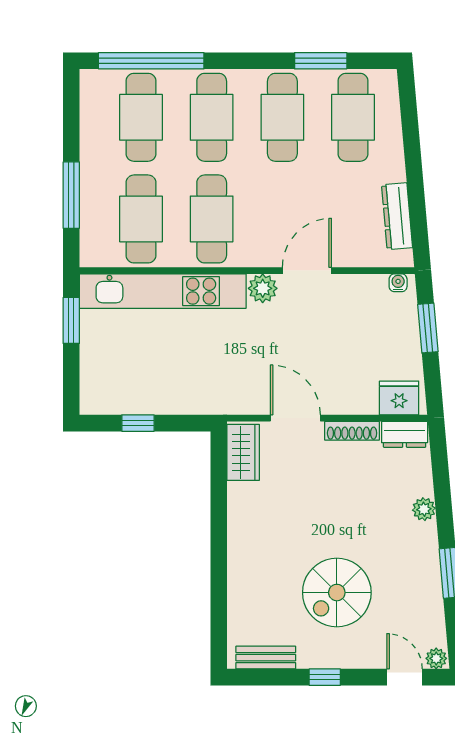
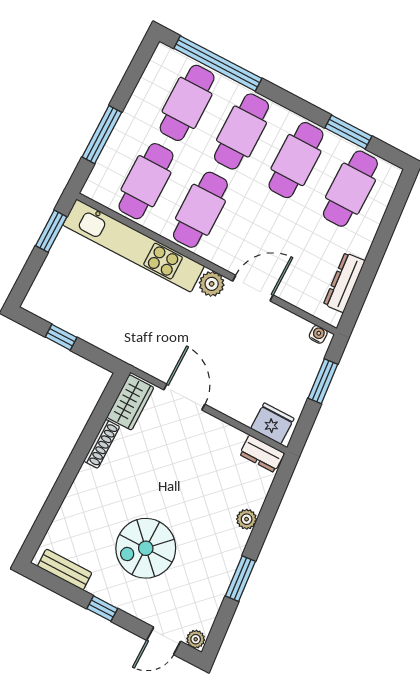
shoe rack: (352, 431) -> (102, 444), moved, turned -90
door: (405, 677) -> (164, 641), swing flipped

